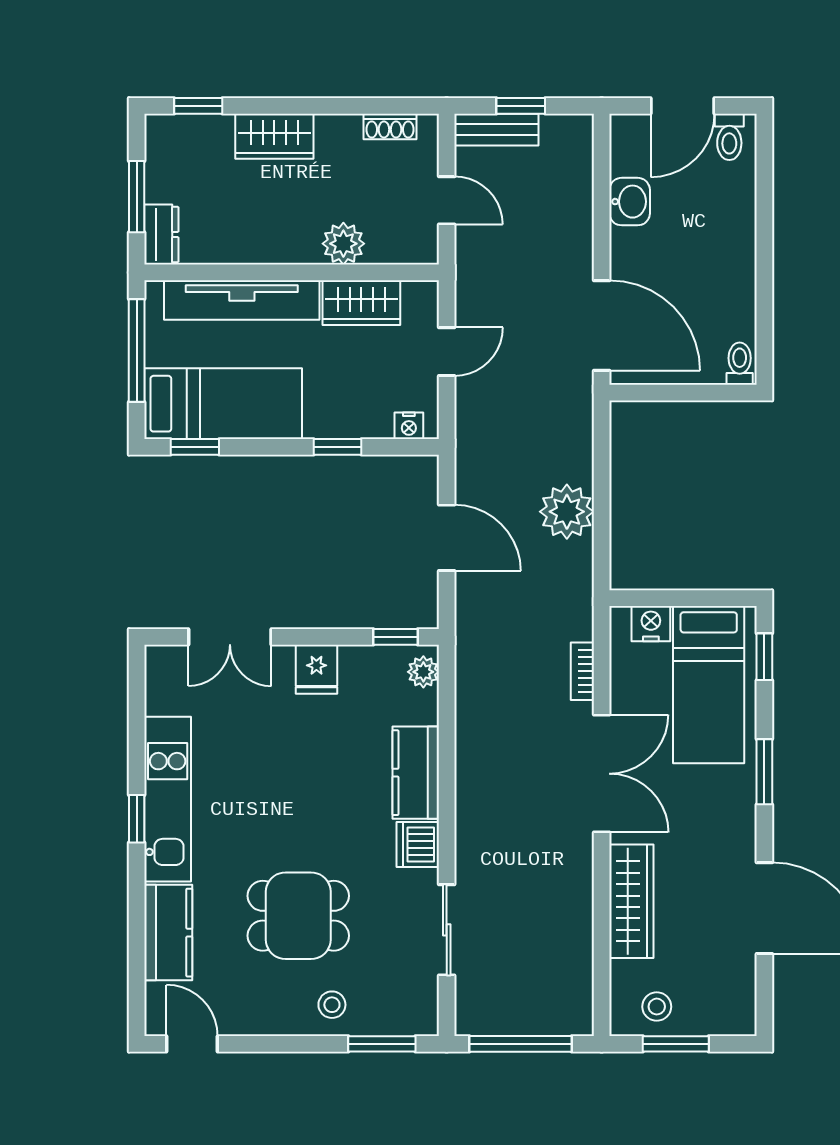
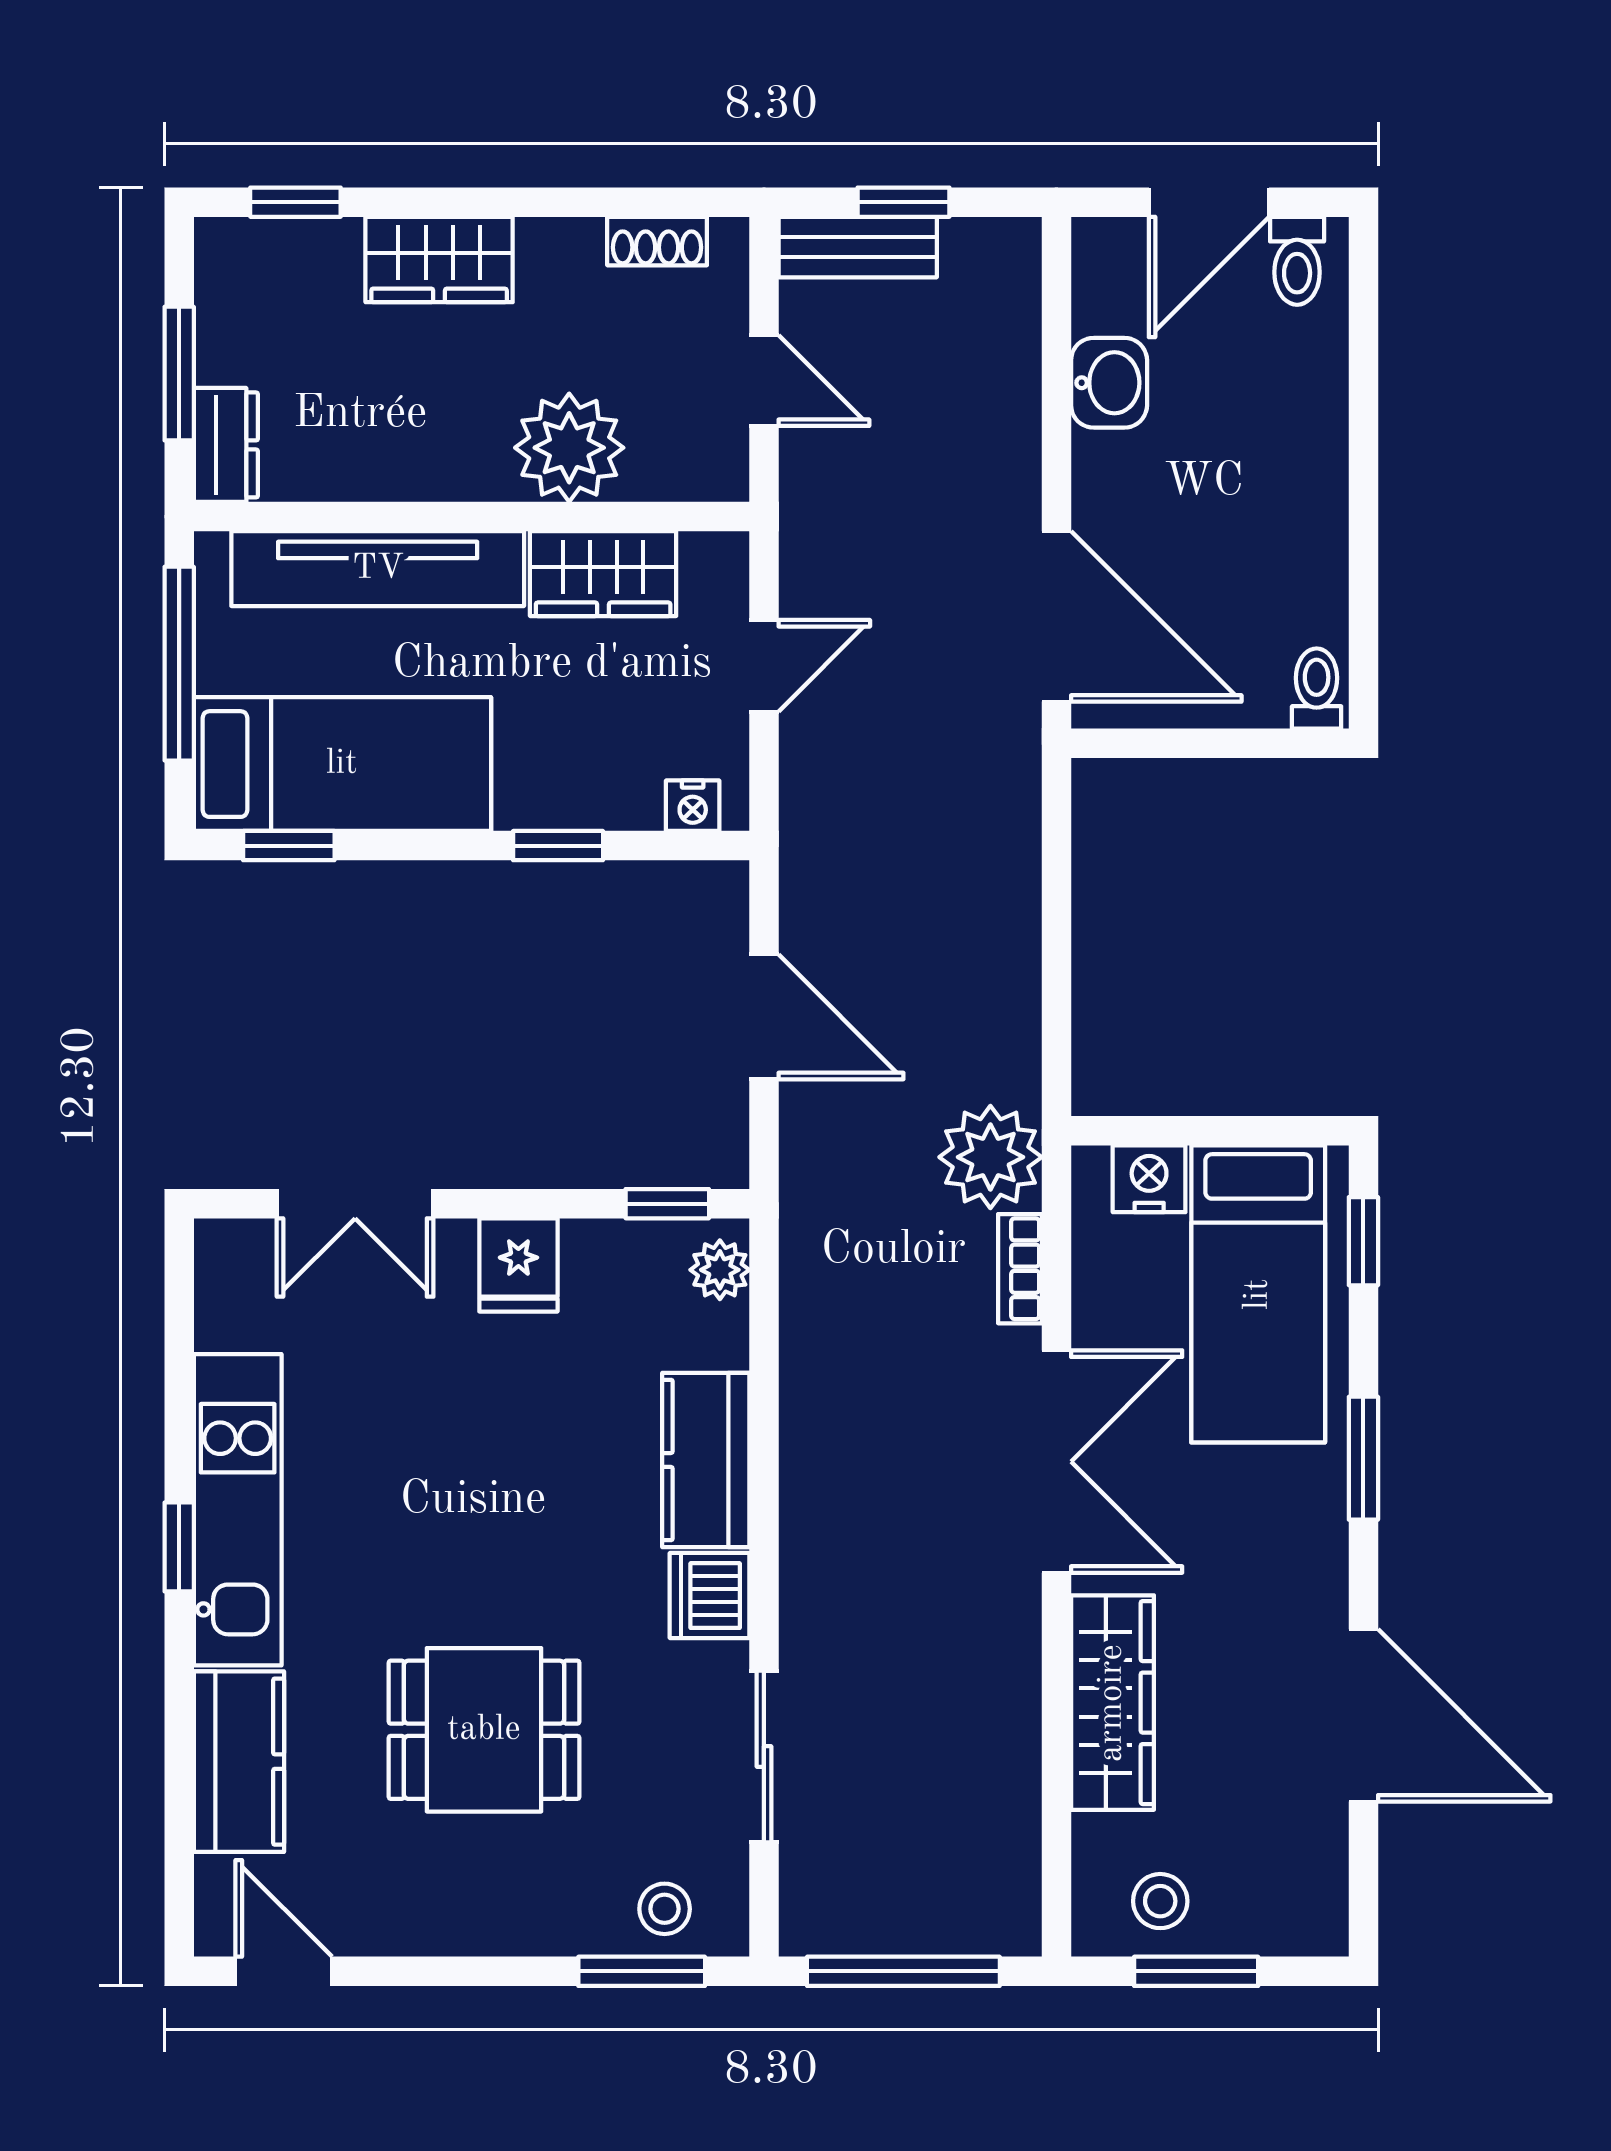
plant: (343, 244) -> (569, 448), width x1.36, depth x1.36
plant: (567, 512) -> (990, 1157), moved
stool: (332, 1005) -> (665, 1909), moved

